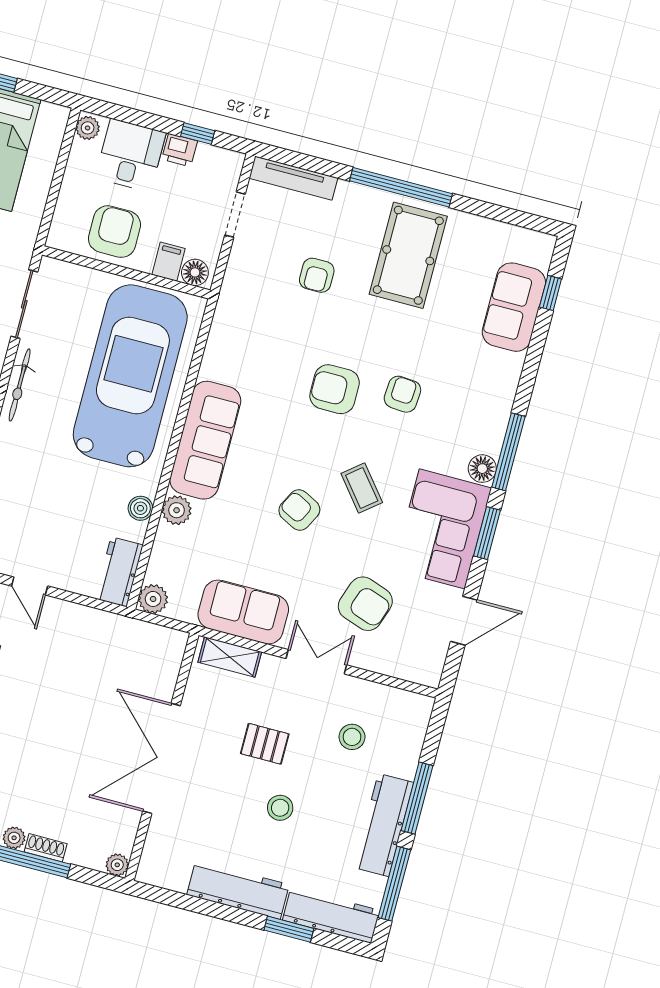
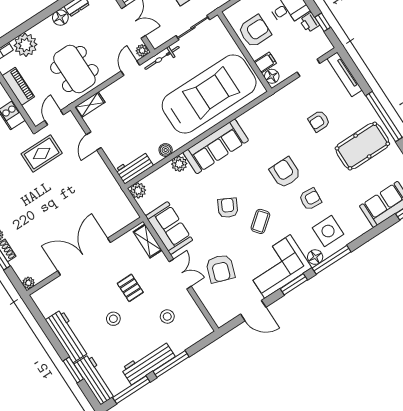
side table: (468, 416) -> (328, 231), added

